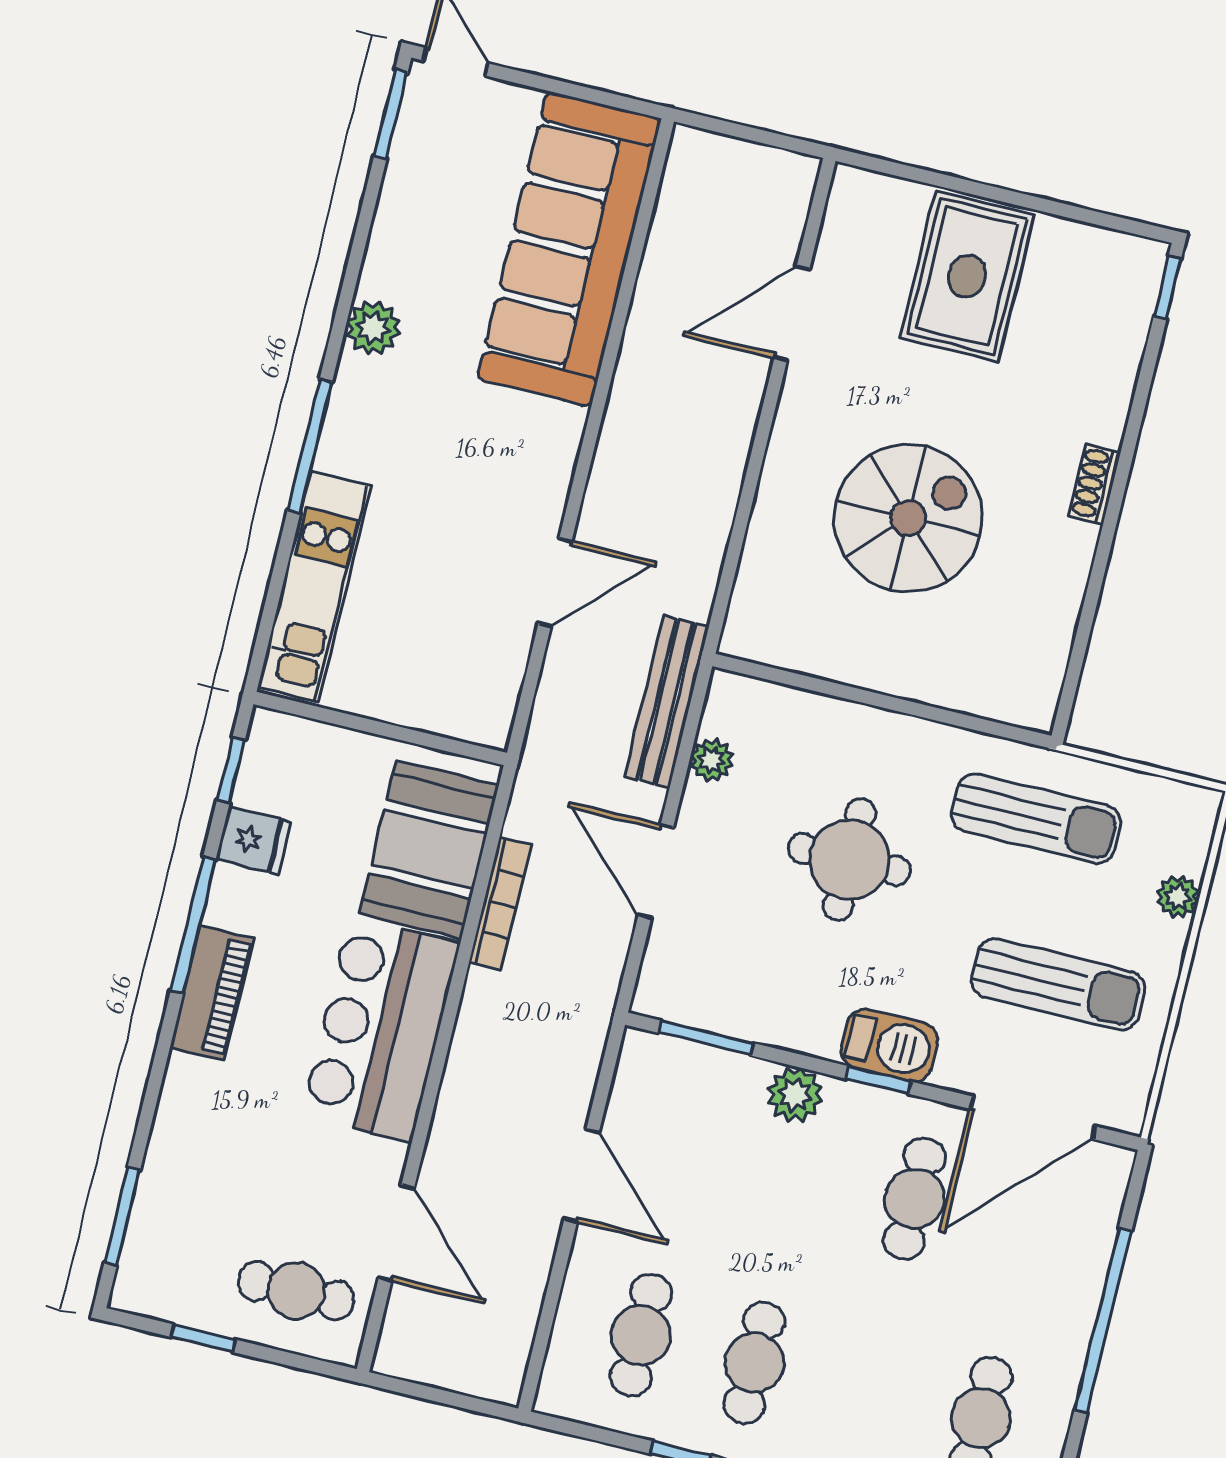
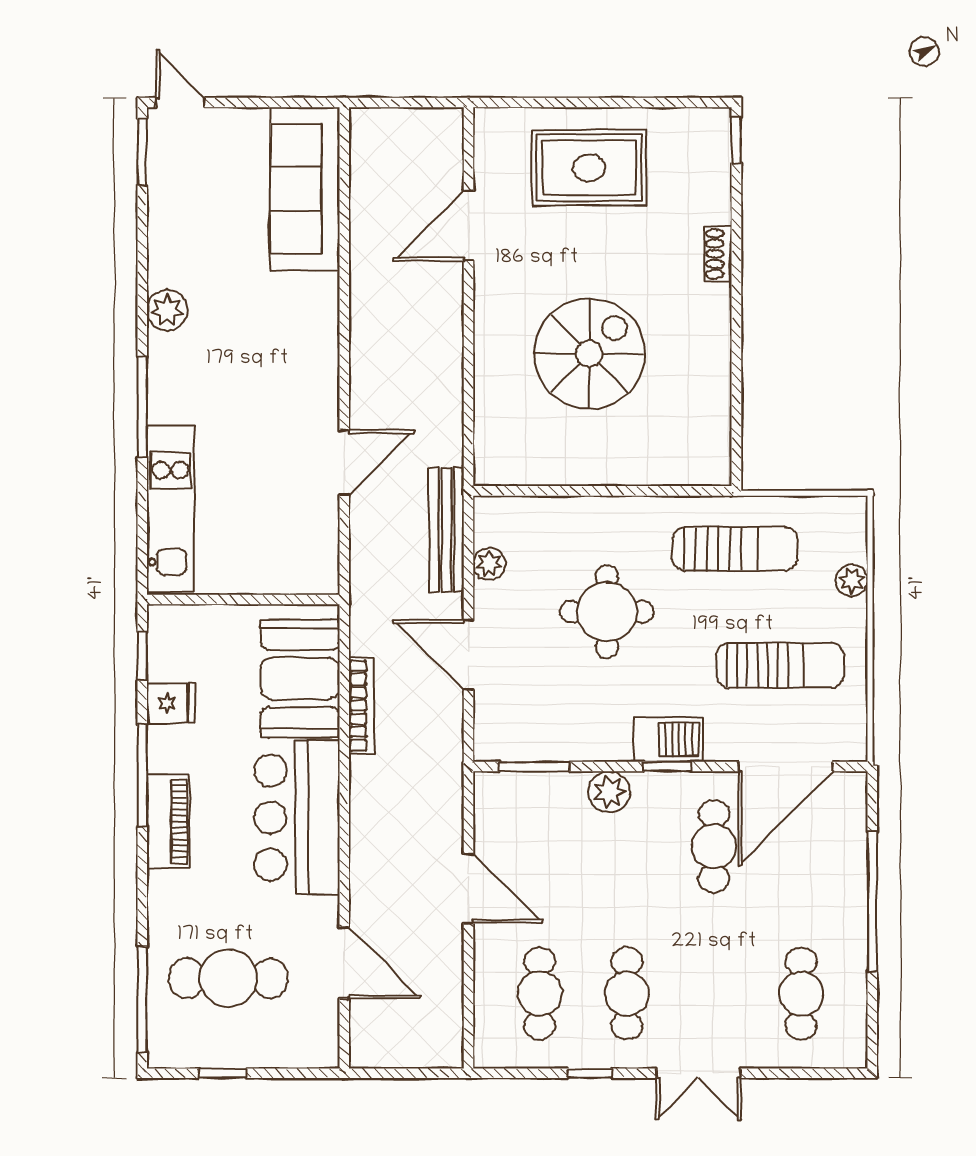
sofa: (569, 249) -> (305, 189), width x0.74, depth x0.79
rug: (967, 276) -> (589, 168), turned 90
shoe rack: (1094, 484) -> (718, 254), moved
window: (122, 1216) -> (142, 999), width x1.44
cafe table: (296, 1291) -> (228, 978), moved, width x1.37, depth x1.35

